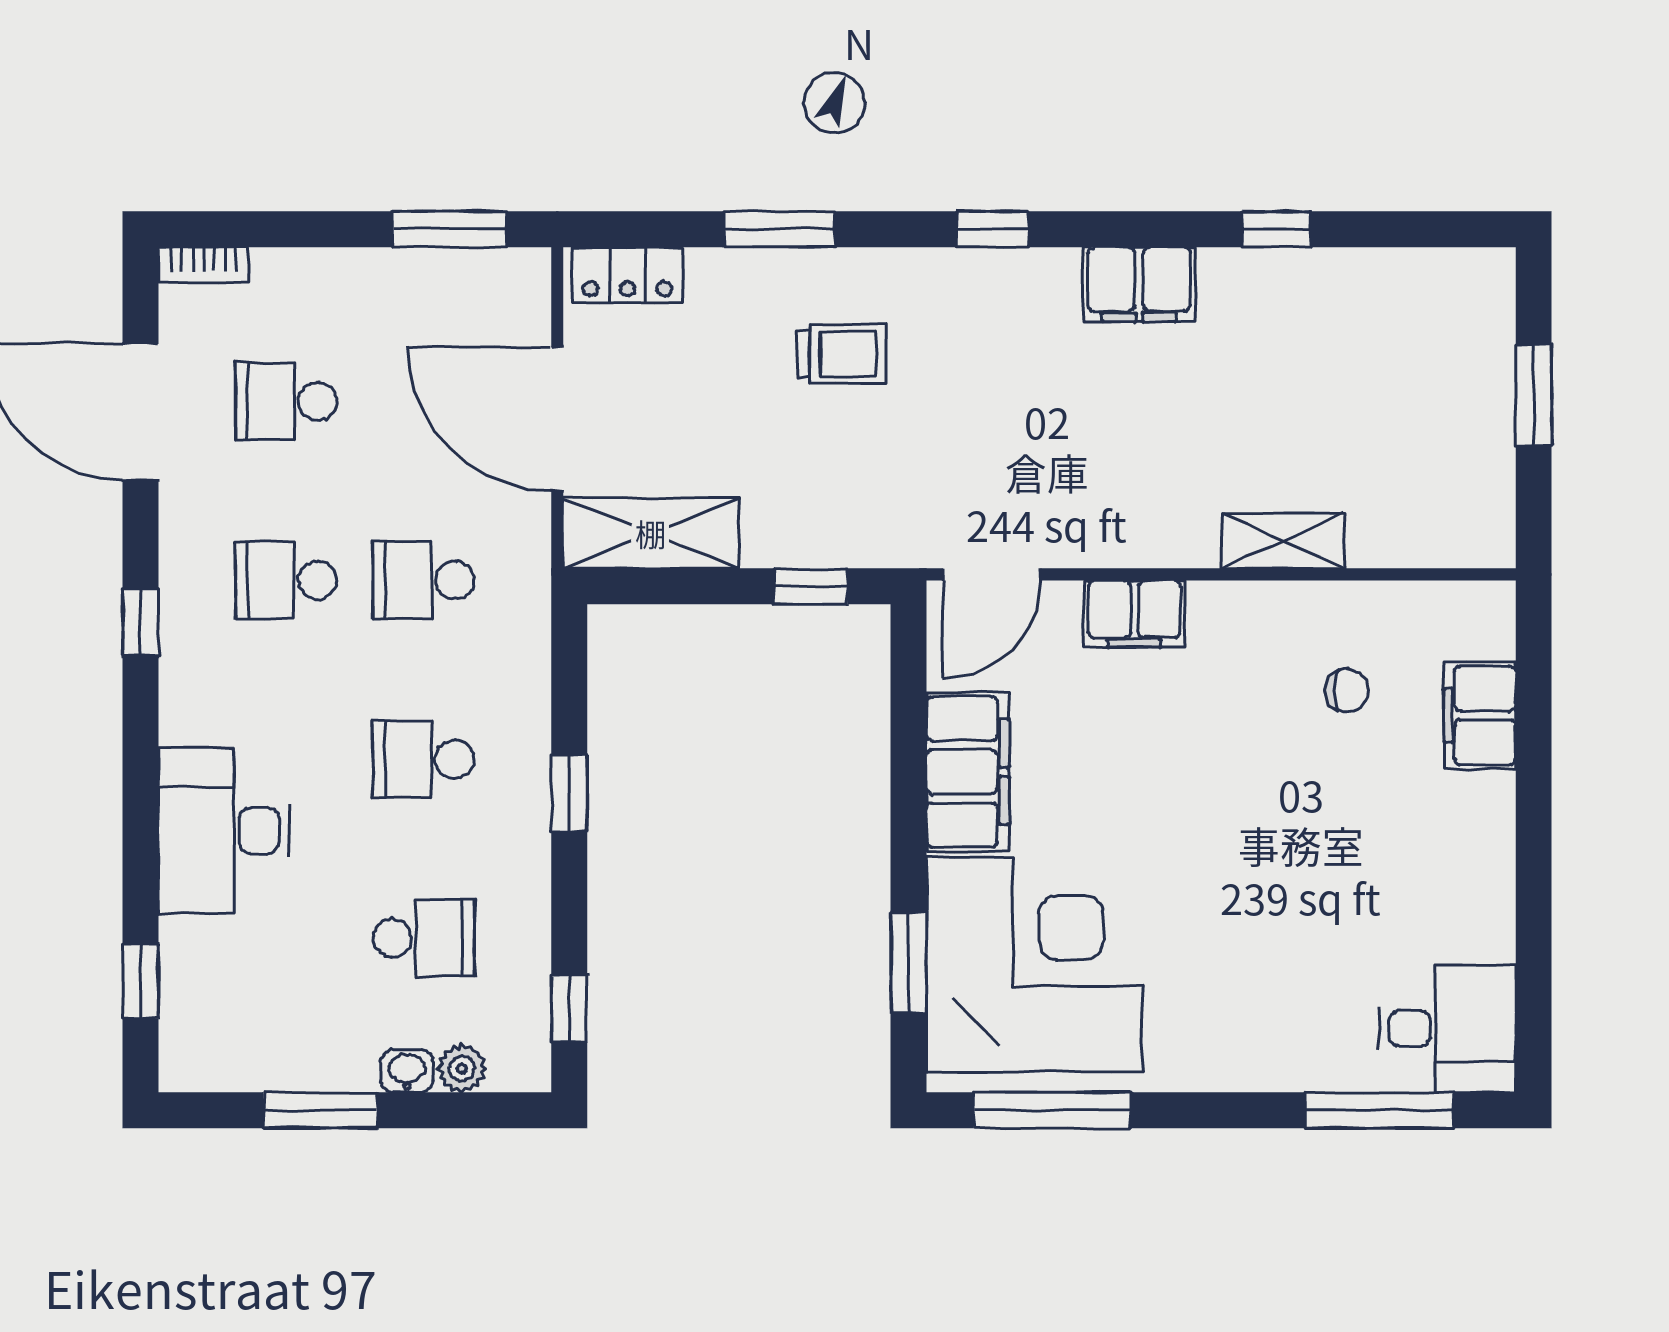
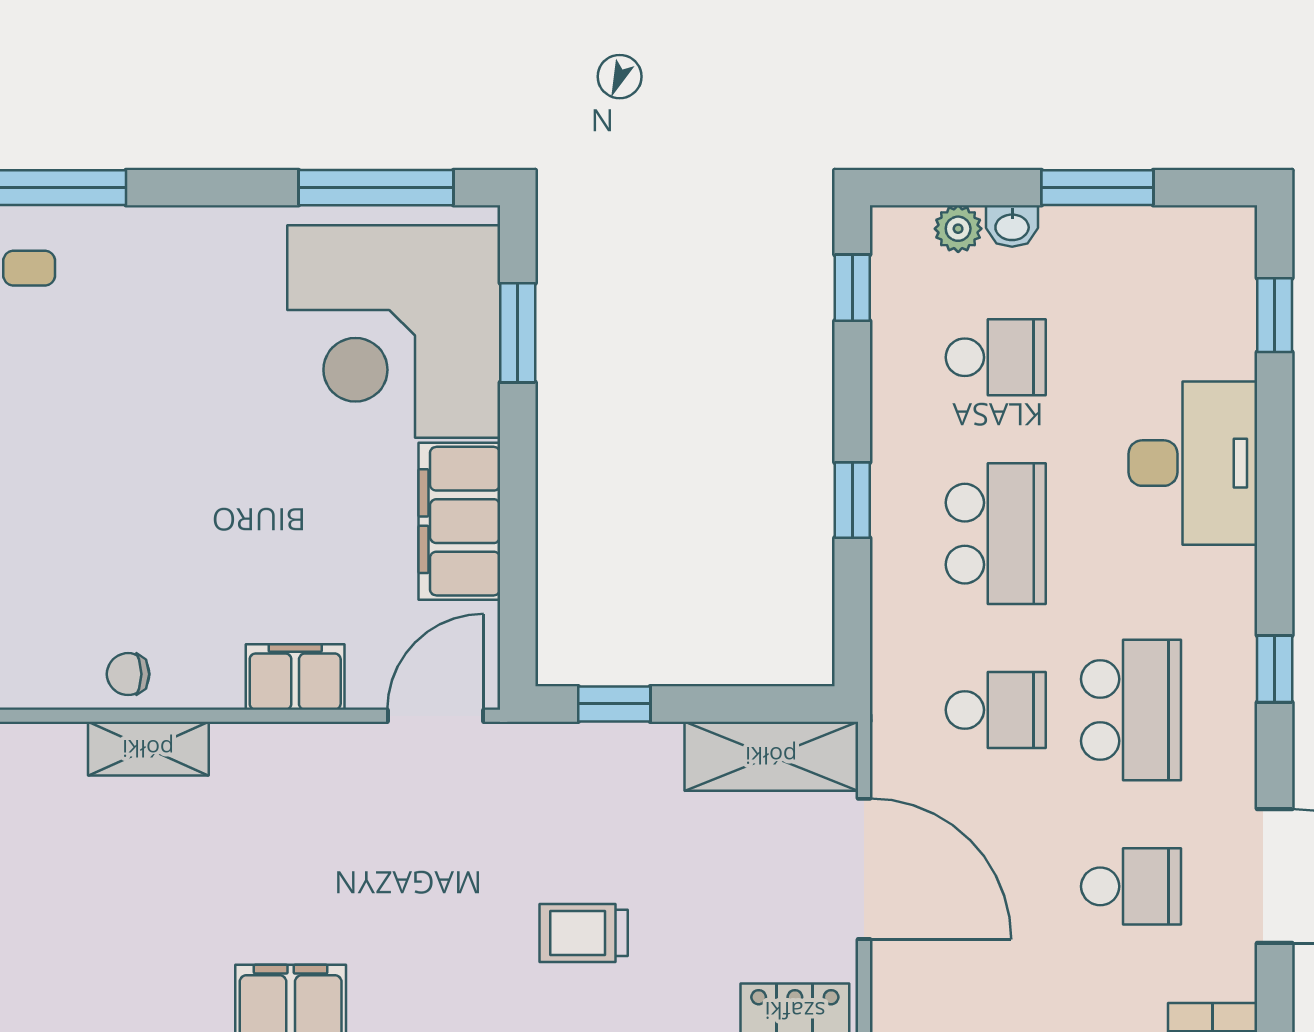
school desk: (286, 580) -> (1131, 710), width x1.85
chair: (1347, 690) -> (128, 674), moved
school desk: (424, 759) -> (996, 534), width x1.85
school desk: (424, 938) -> (996, 357), turned 180

